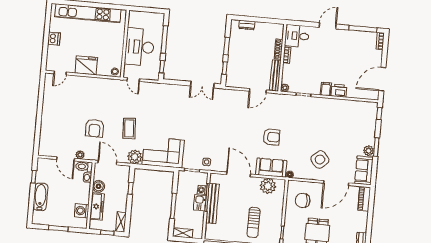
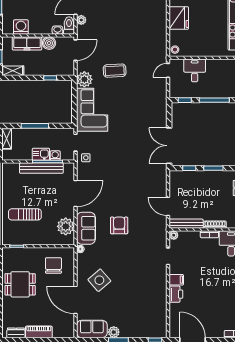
desk: (140, 47) -> (195, 70), width x0.53, depth x0.77
double door: (202, 85) -> (169, 146), width x1.37
armchair: (95, 128) -> (112, 33), removed
armchair: (271, 137) -> (119, 225), turned 180
piano: (364, 199) -> (39, 332), moved

